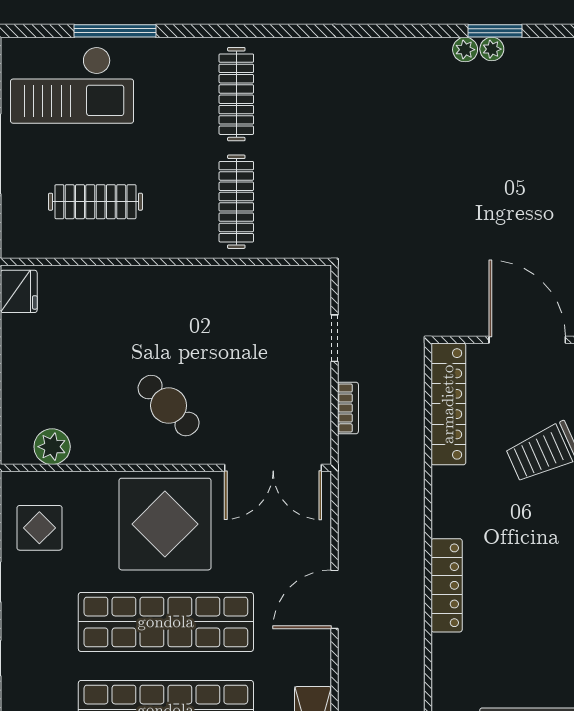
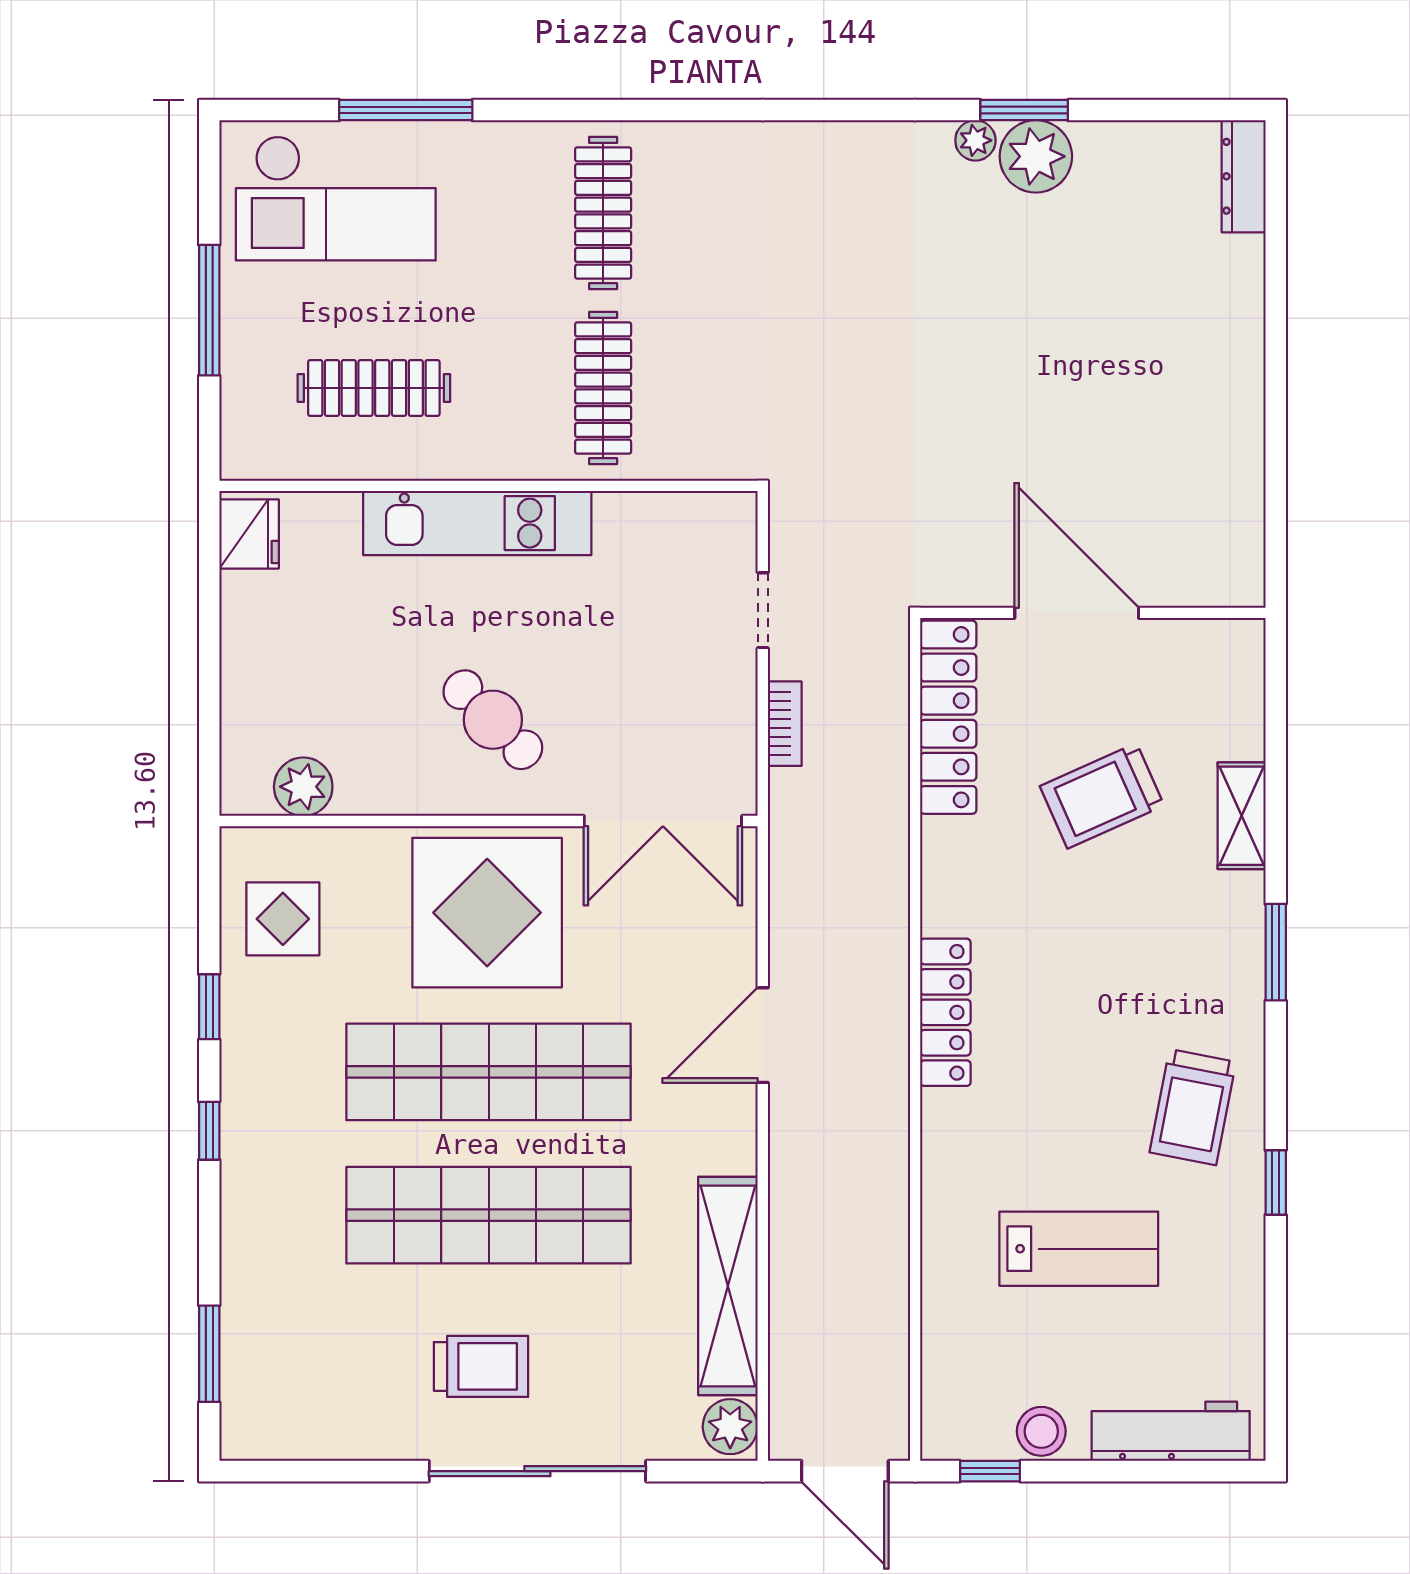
plant: (492, 49) -> (1036, 156), width x1.88, depth x1.88
kitchen unit: (159, 285) -> (477, 523), added

